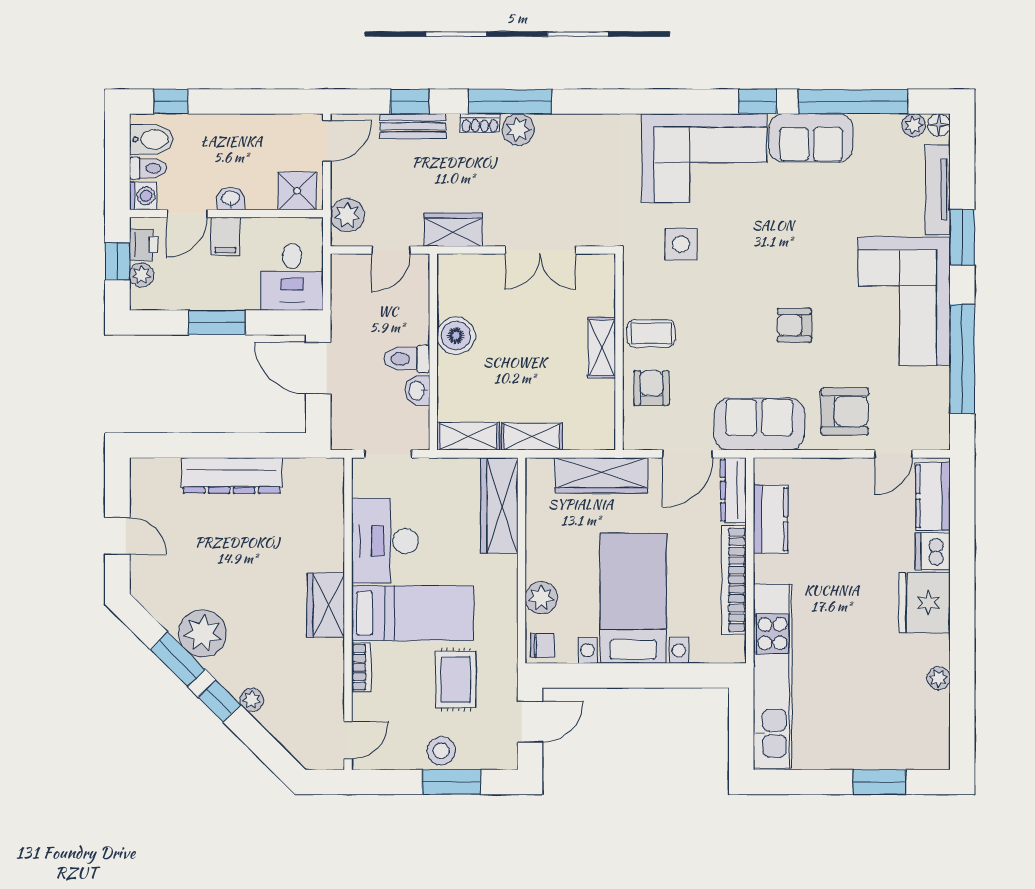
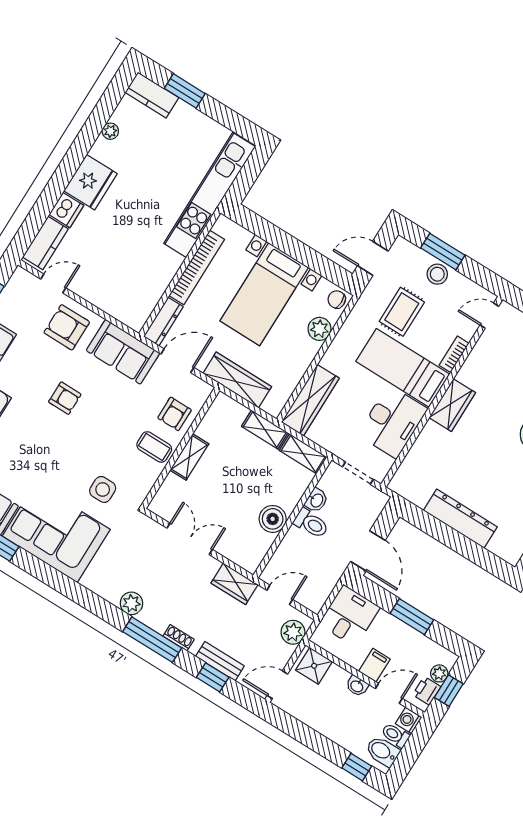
plant: (518, 130) -> (131, 603), moved
kitchen counter: (771, 519) -> (152, 95), moved, turned -90

